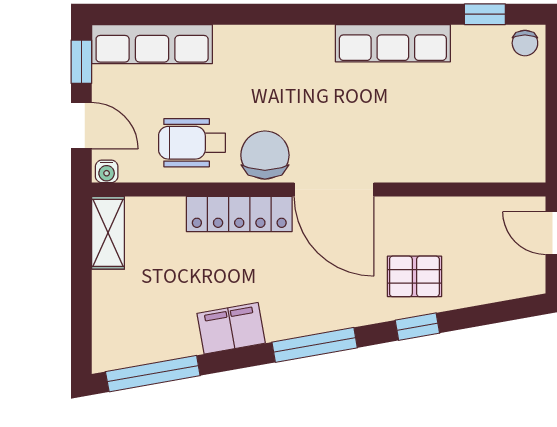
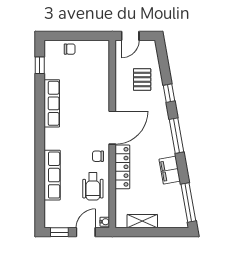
chair: (525, 43) -> (70, 49), moved
row of seats: (152, 44) -> (52, 175), moved
chair: (265, 155) -> (98, 156), width x0.54, depth x0.54
shelving: (108, 233) -> (142, 221), moved
pallet: (414, 276) -> (142, 80), moved

